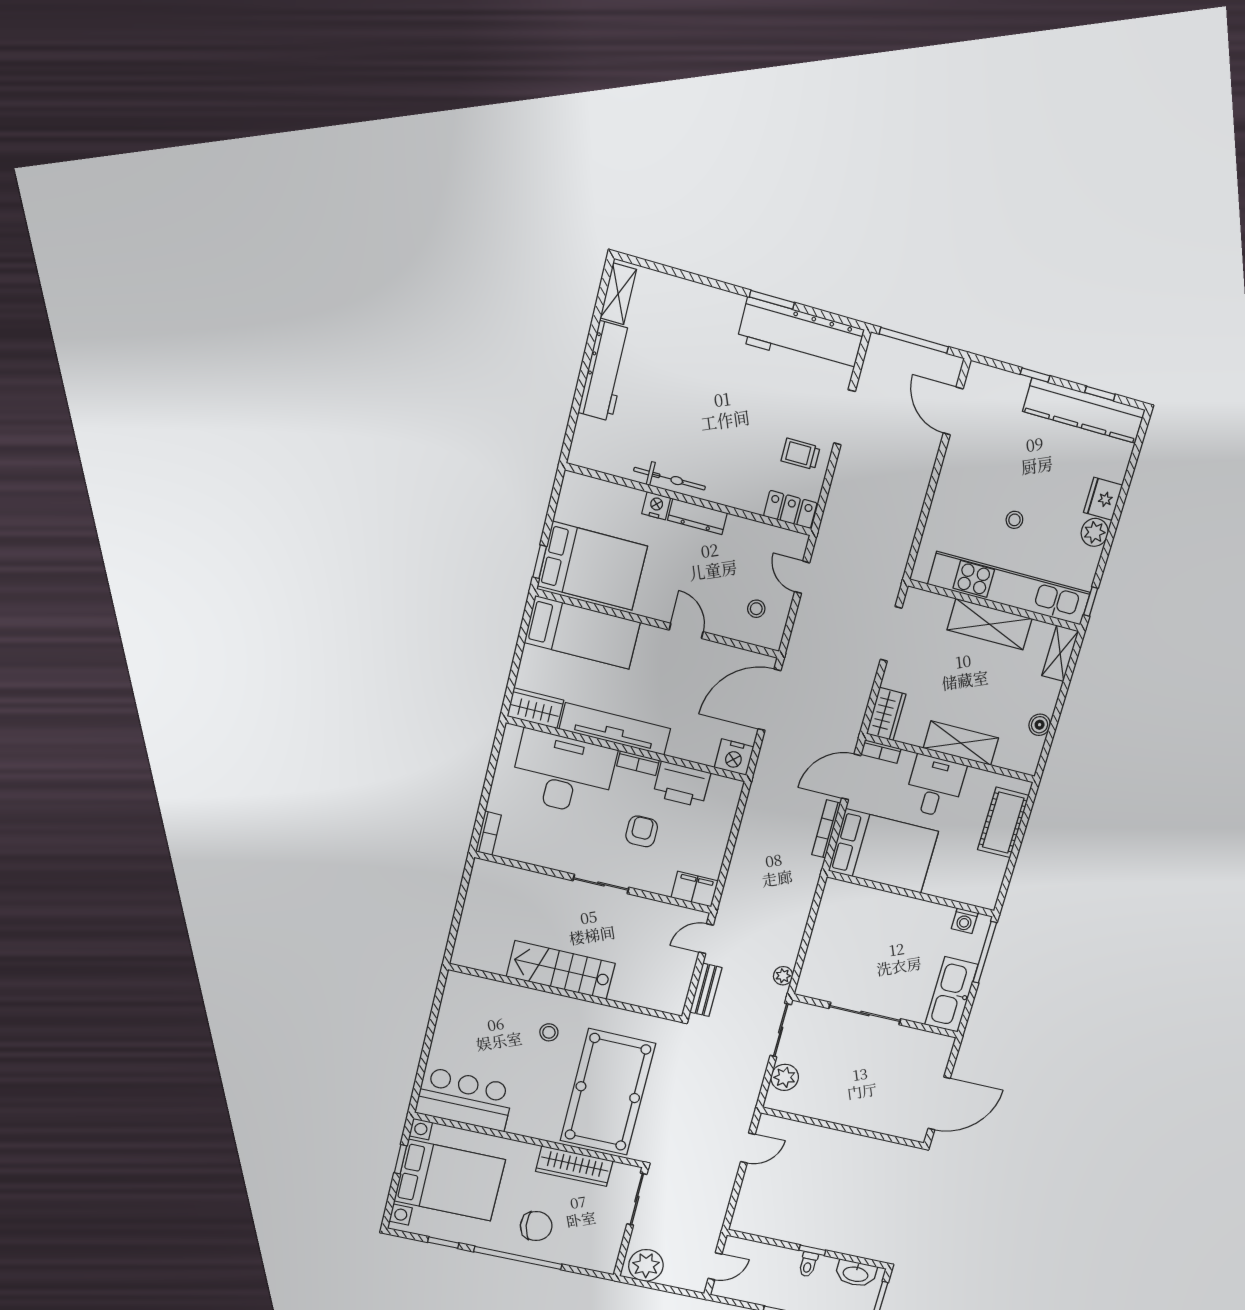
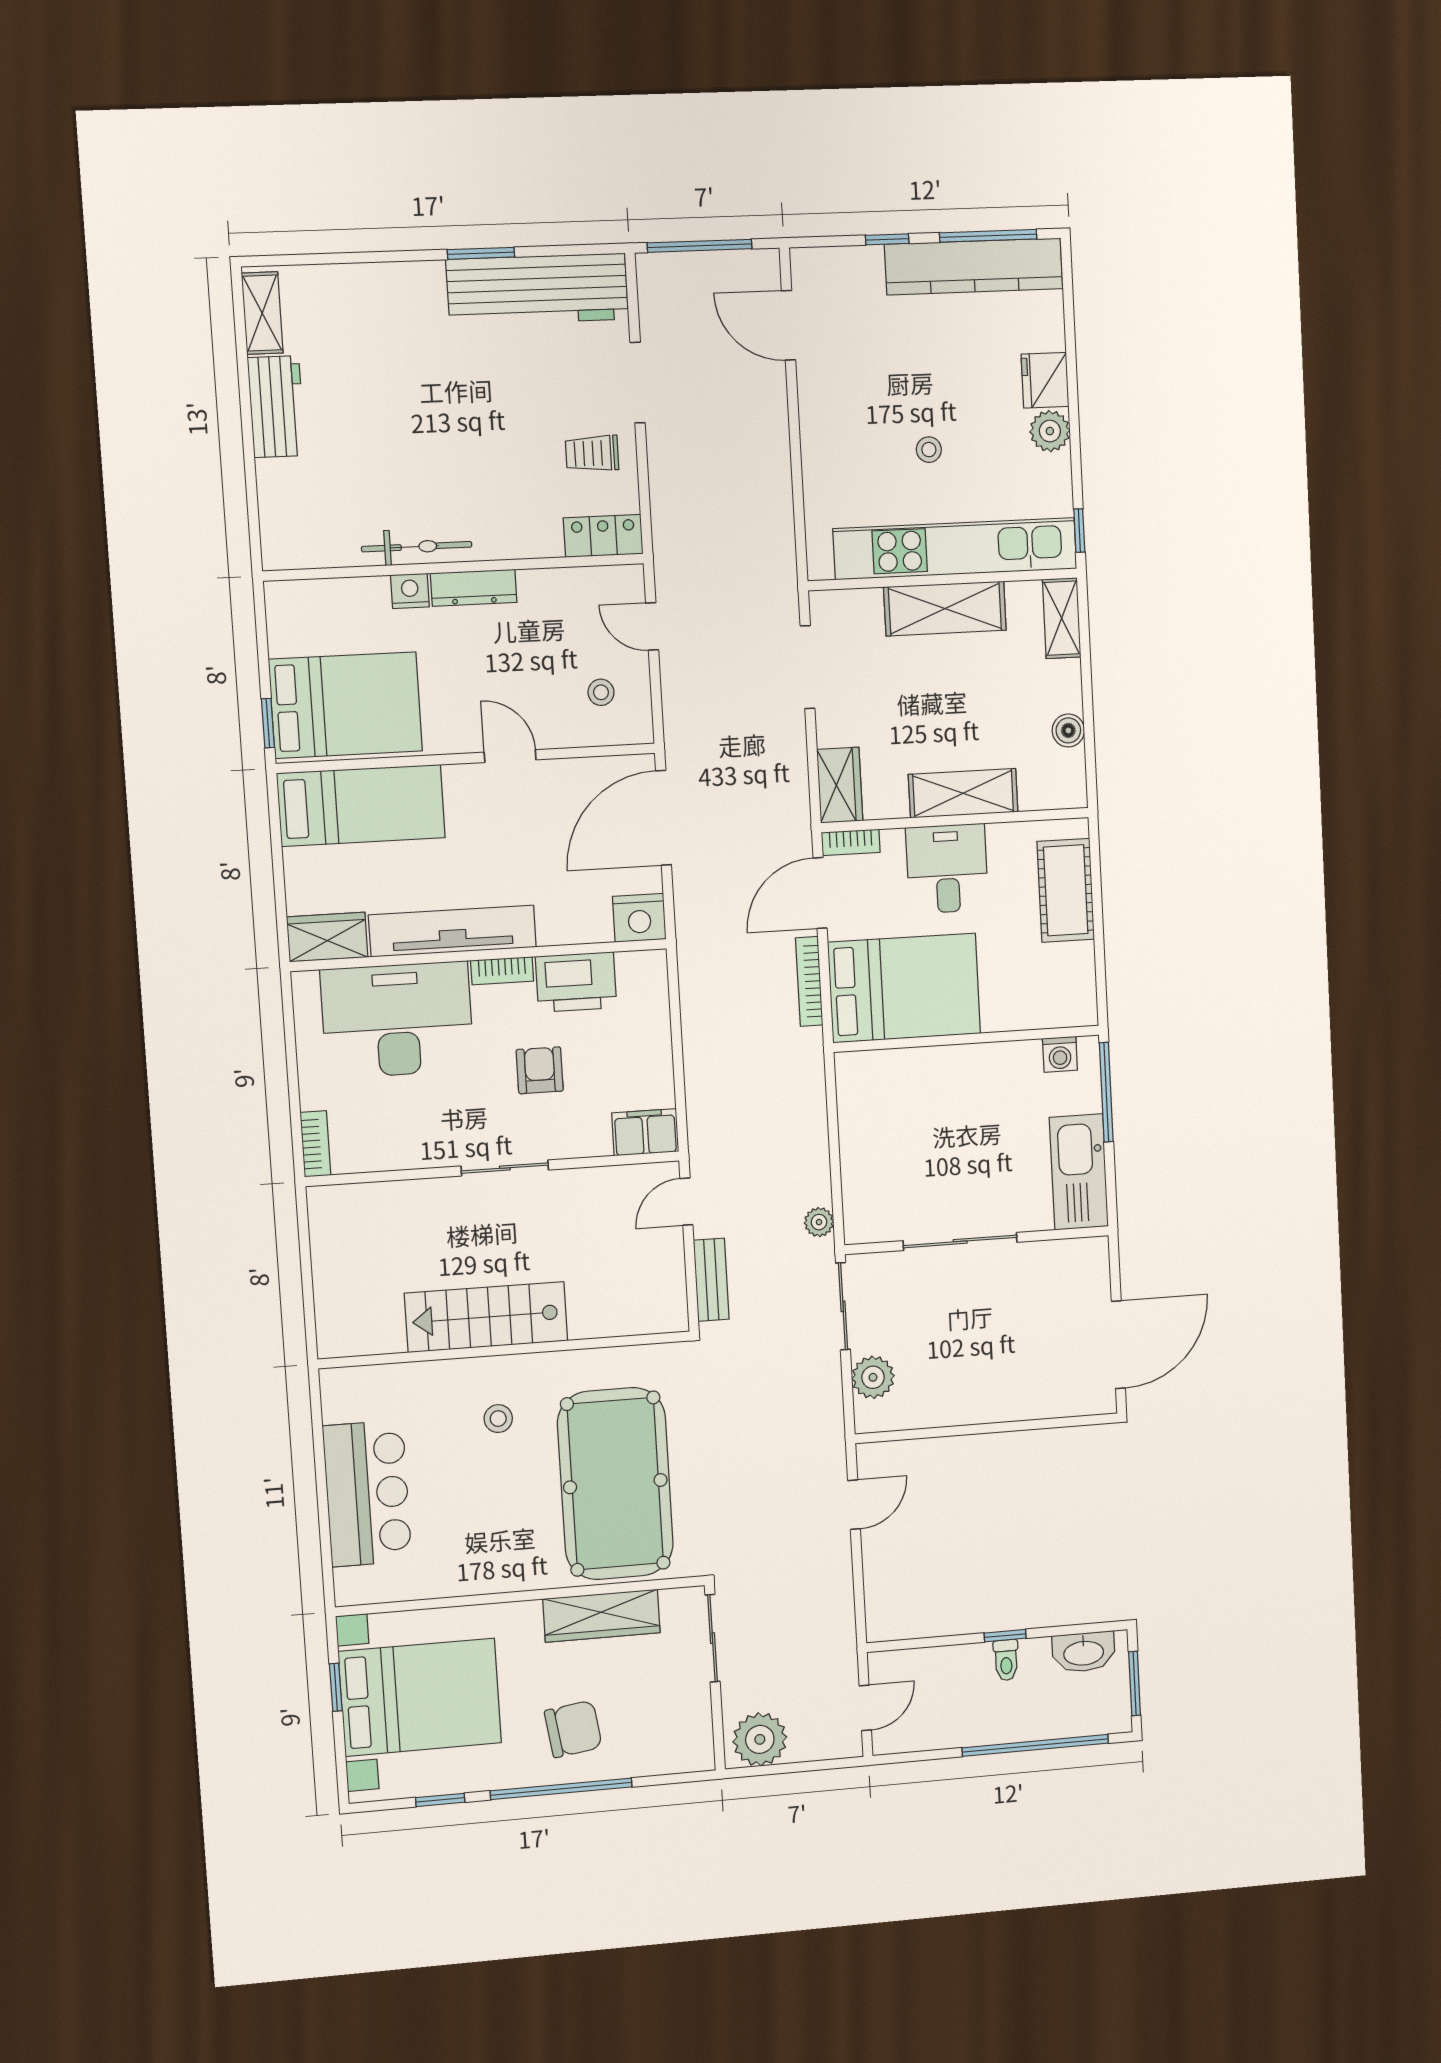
workbench: (605, 371) -> (276, 407), width x0.73
window: (1100, 393) -> (988, 236), width x2.17
bar counter: (465, 1099) -> (367, 1493), moved, turned 90

